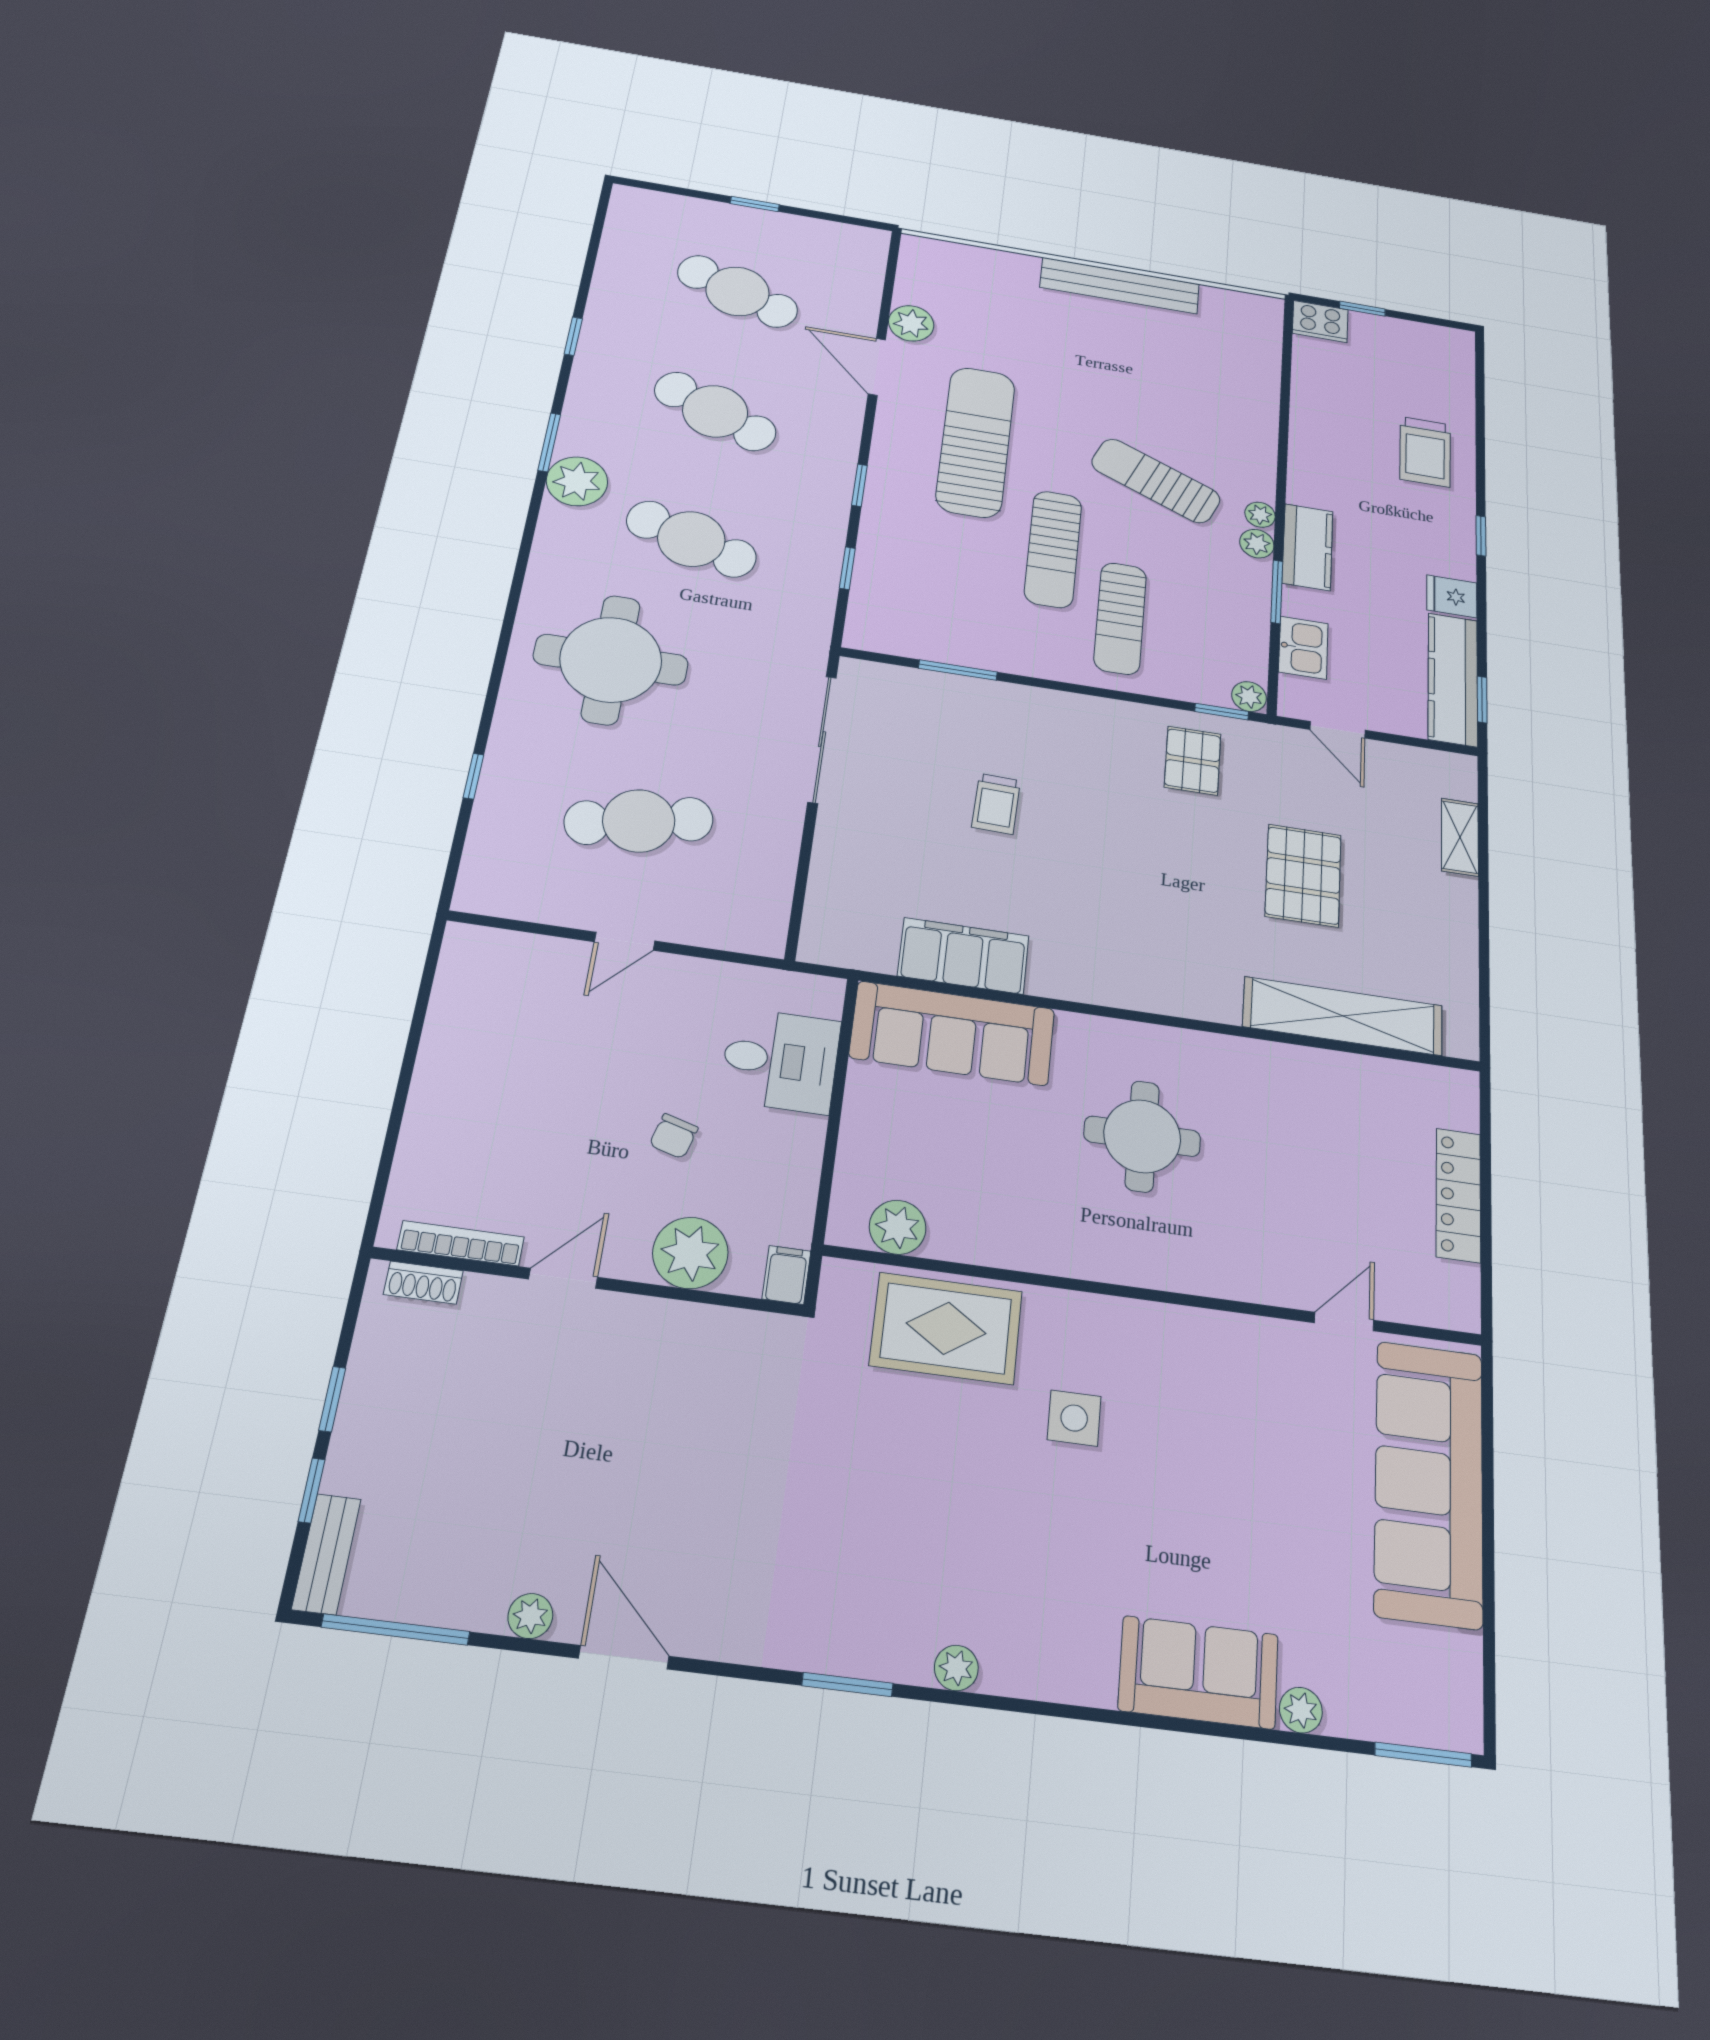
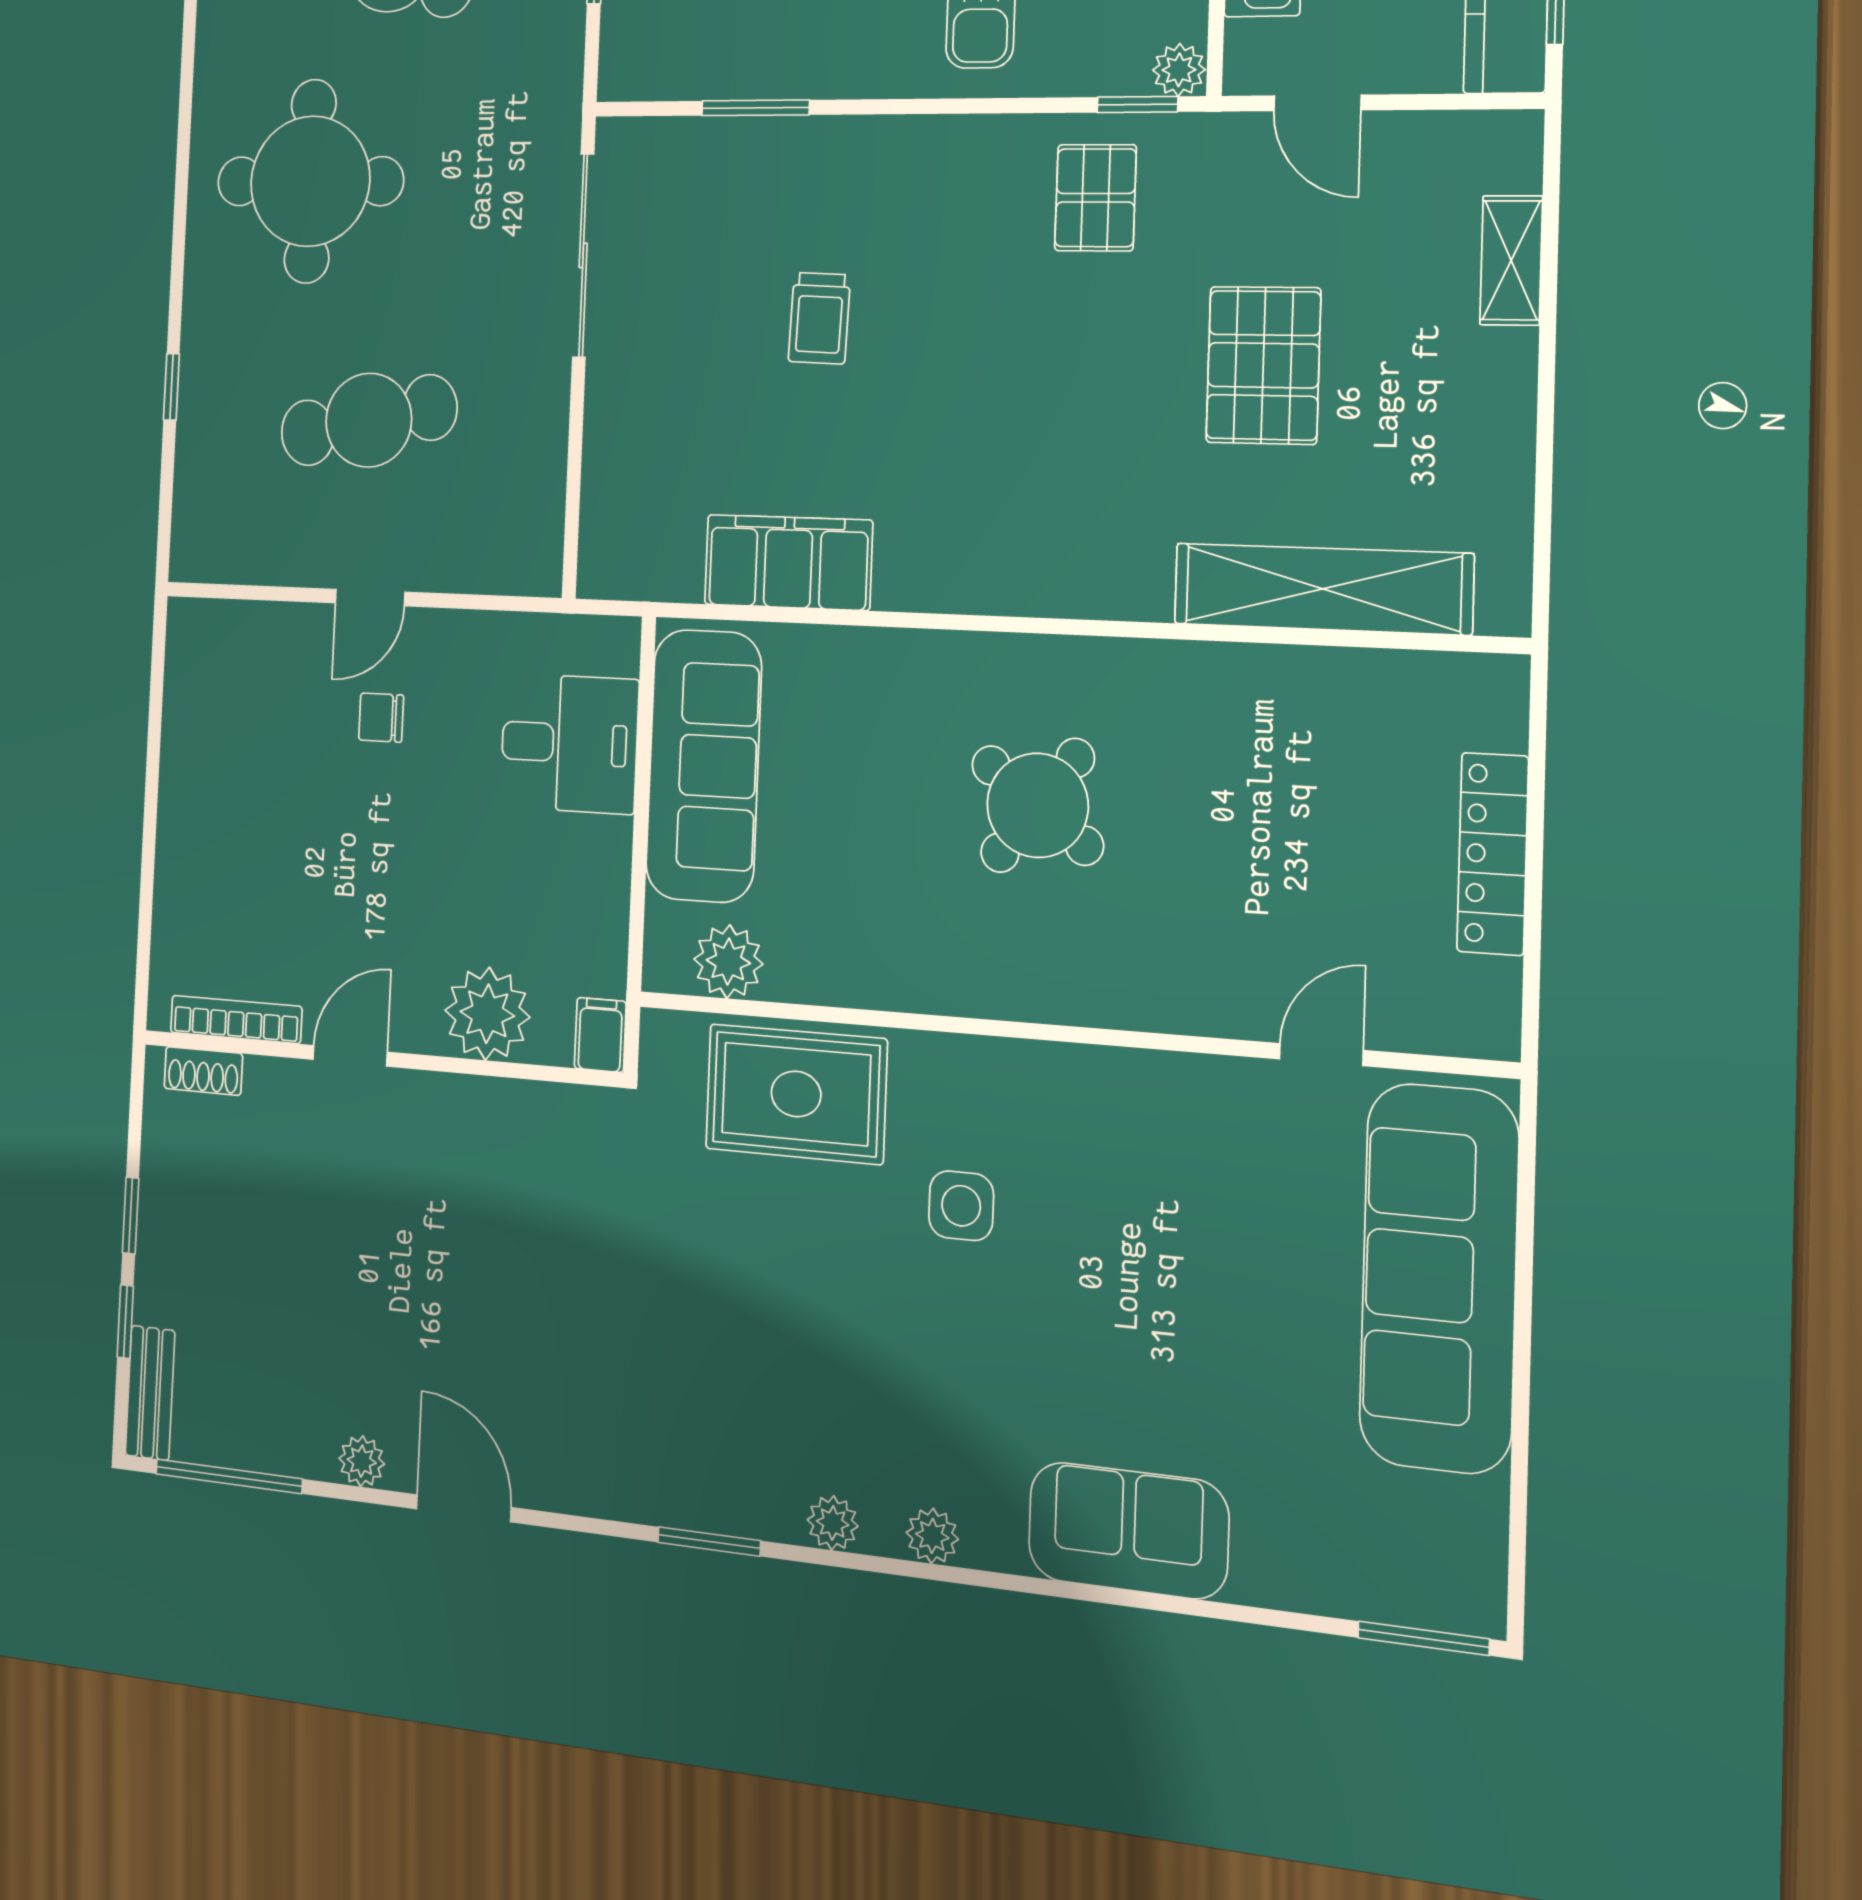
sofa: (952, 1033) -> (704, 766), moved, turned -90
chair: (674, 1136) -> (381, 718), moved, turned 74
round table: (1142, 1136) -> (1038, 805), turned 37
plant: (1301, 1710) -> (932, 1536), moved

